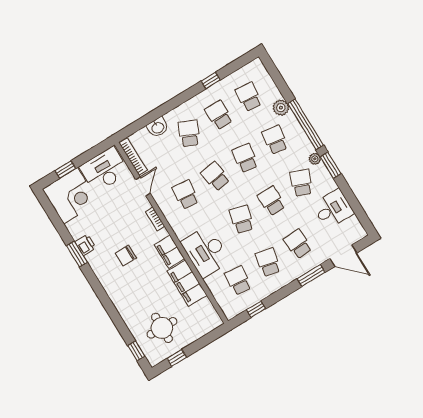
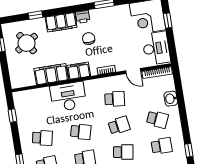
printer: (85, 245) -> (83, 17), moved
school desk: (238, 281) -> (38, 111), removed
filing cabinet: (120, 297) -> (61, 22), added
round table: (162, 328) -> (27, 43), turned -33
window: (136, 351) -> (36, 15), moved

